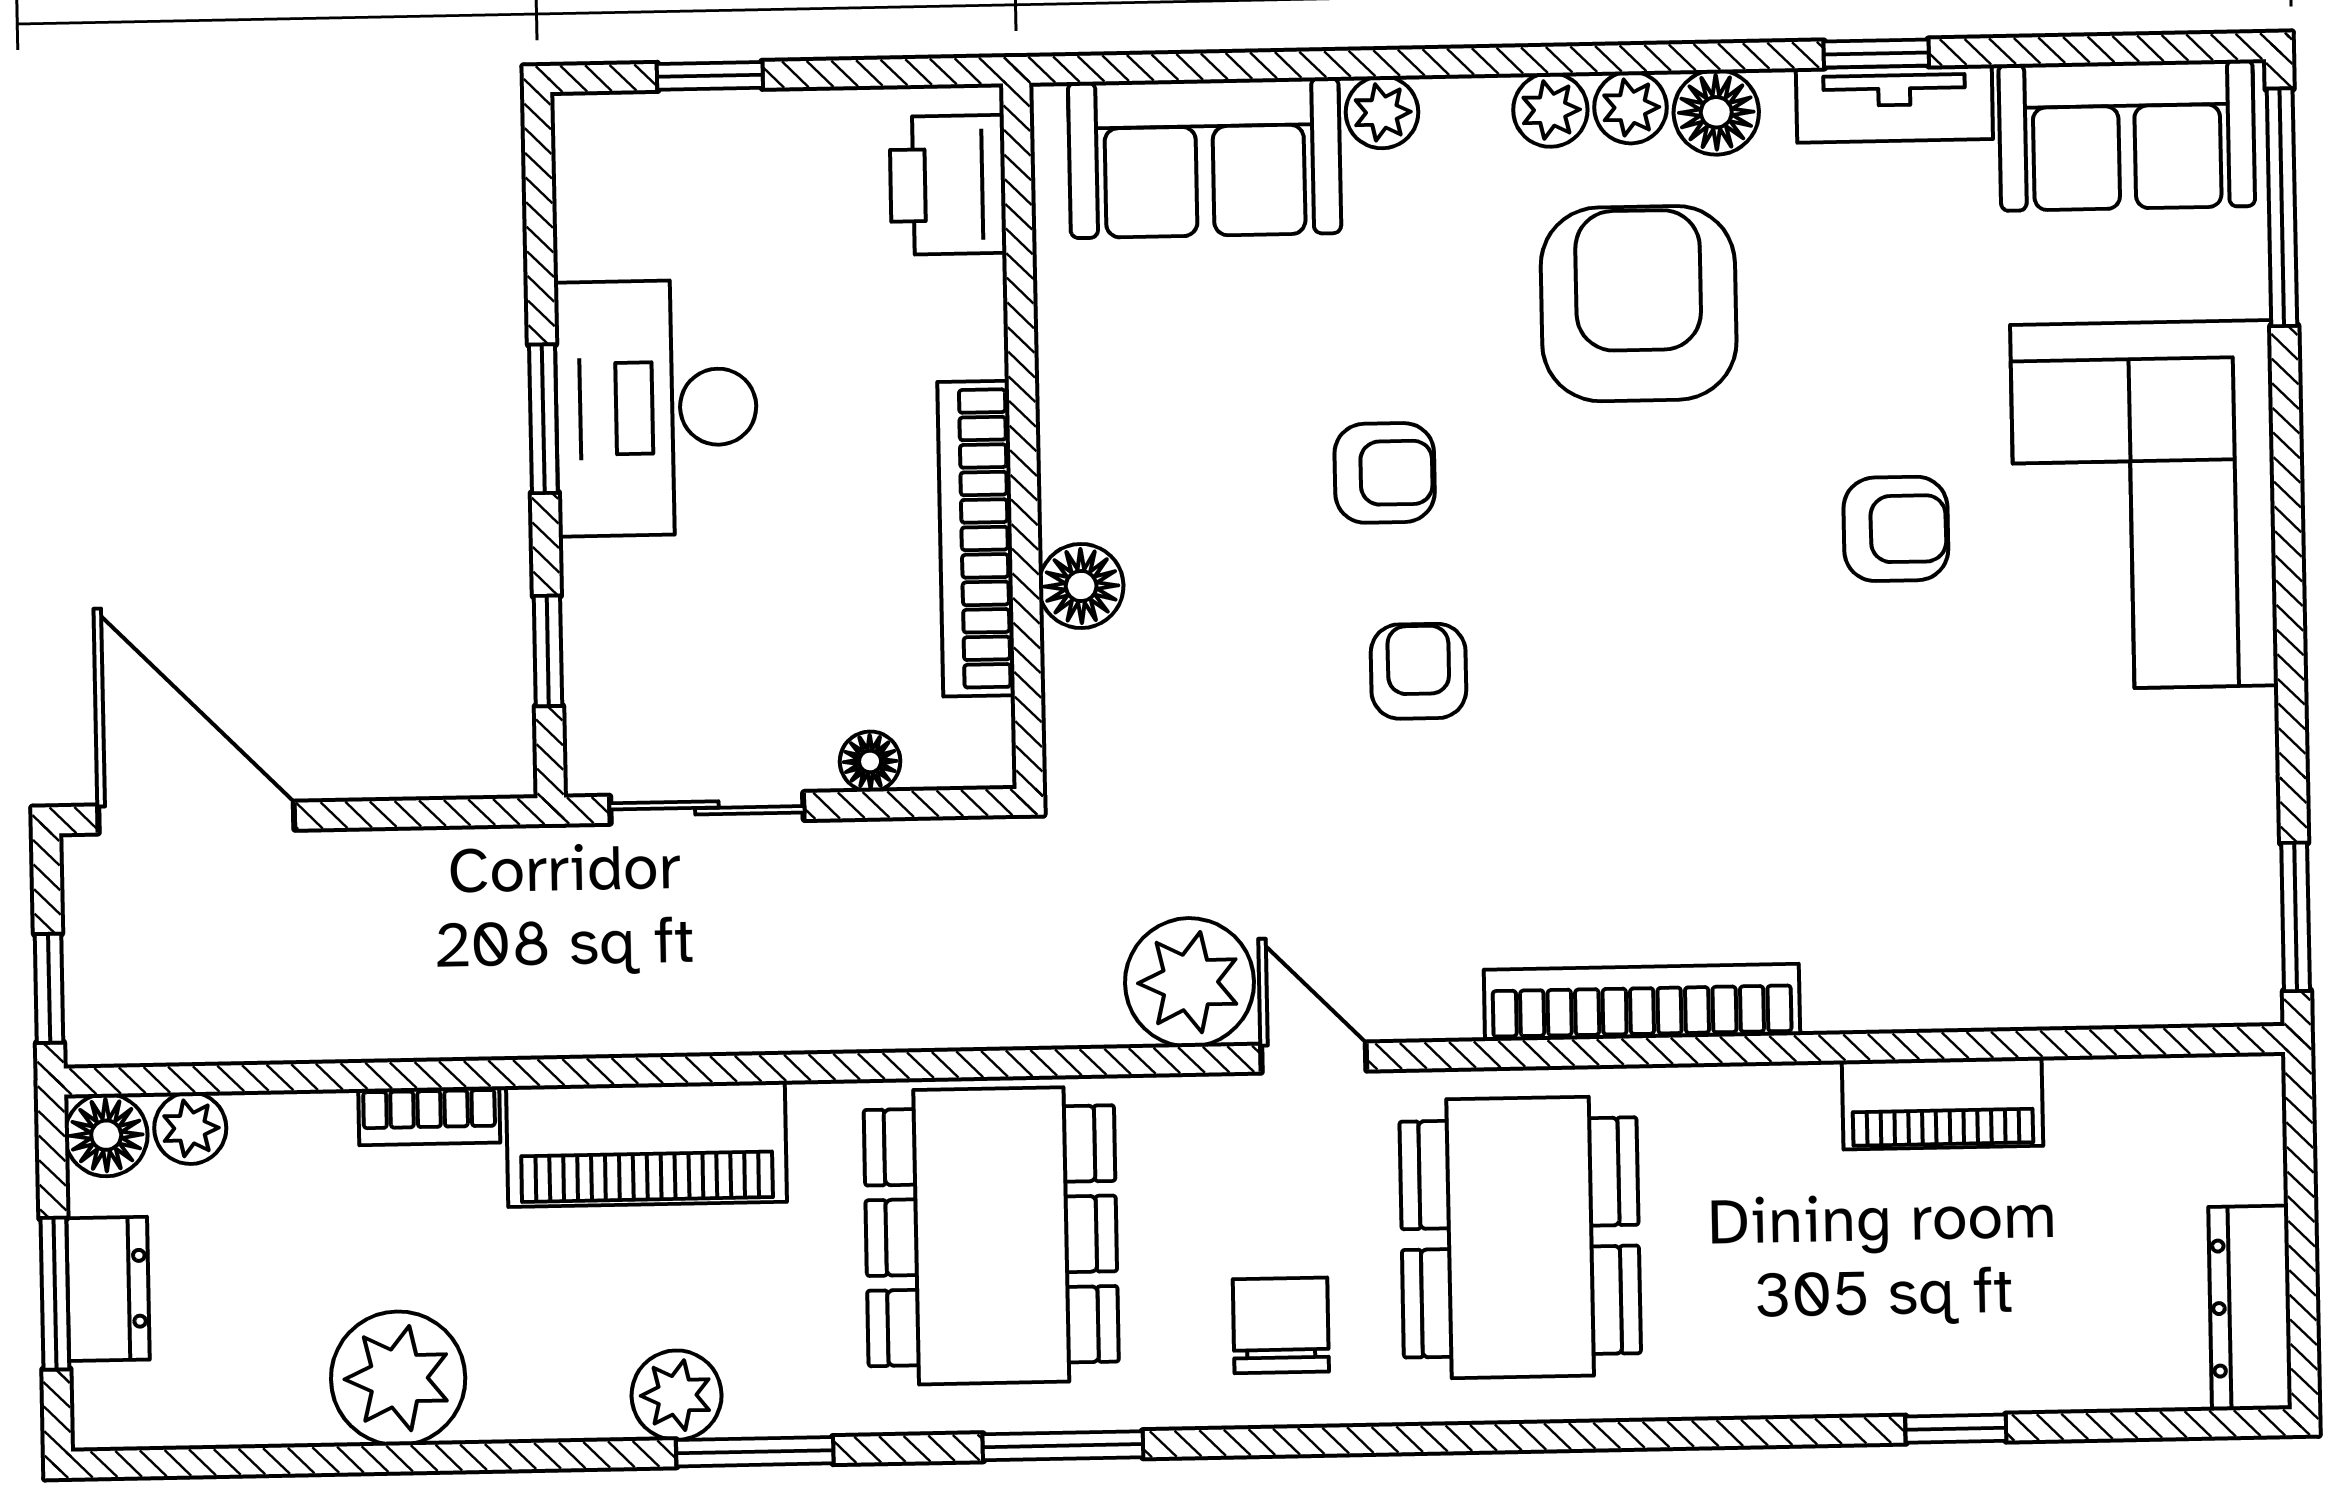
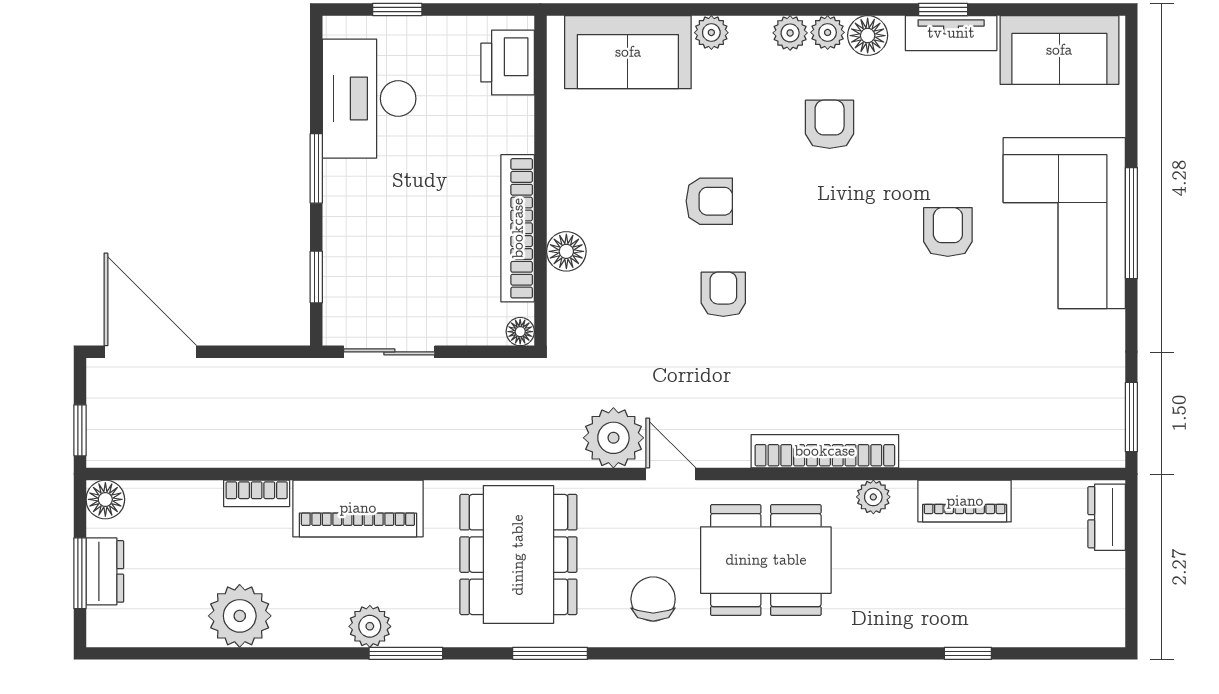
window: (2282, 207) -> (1131, 223), moved
armchair: (1639, 304) -> (830, 124), width x0.53, depth x0.53
desk: (656, 408) -> (369, 99), moved
armchair: (1896, 529) -> (948, 232), turned -90
floor lamp: (870, 761) -> (520, 332), moved
plant: (190, 1128) -> (873, 497), moved
dining table: (1520, 1237) -> (766, 560), turned 90
dresser: (2250, 1308) -> (1107, 517), moved, width x0.70

